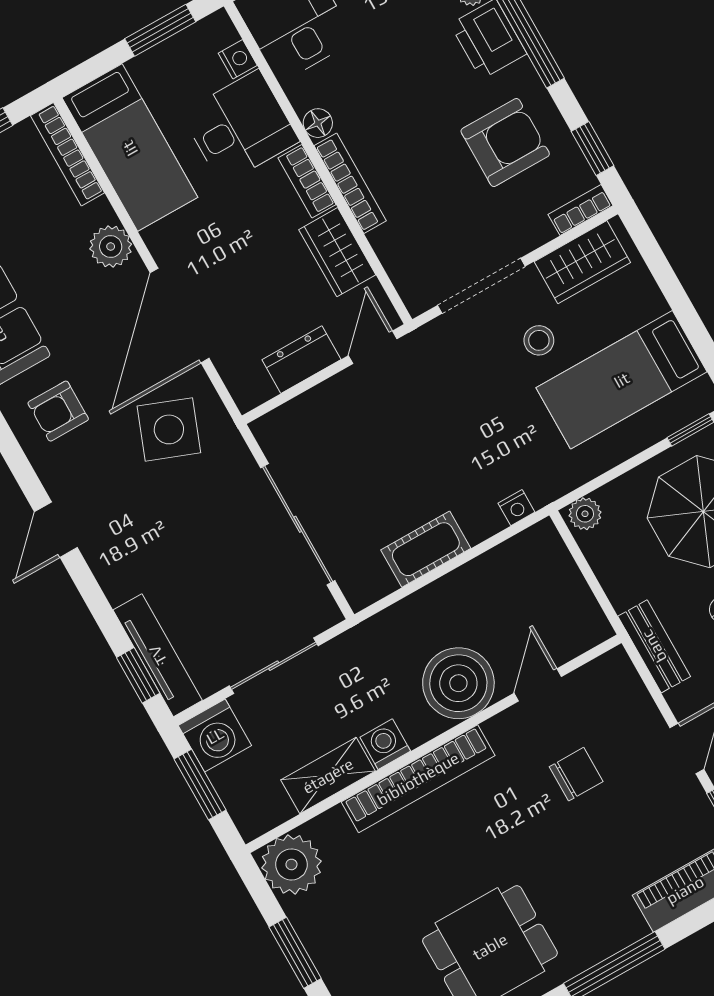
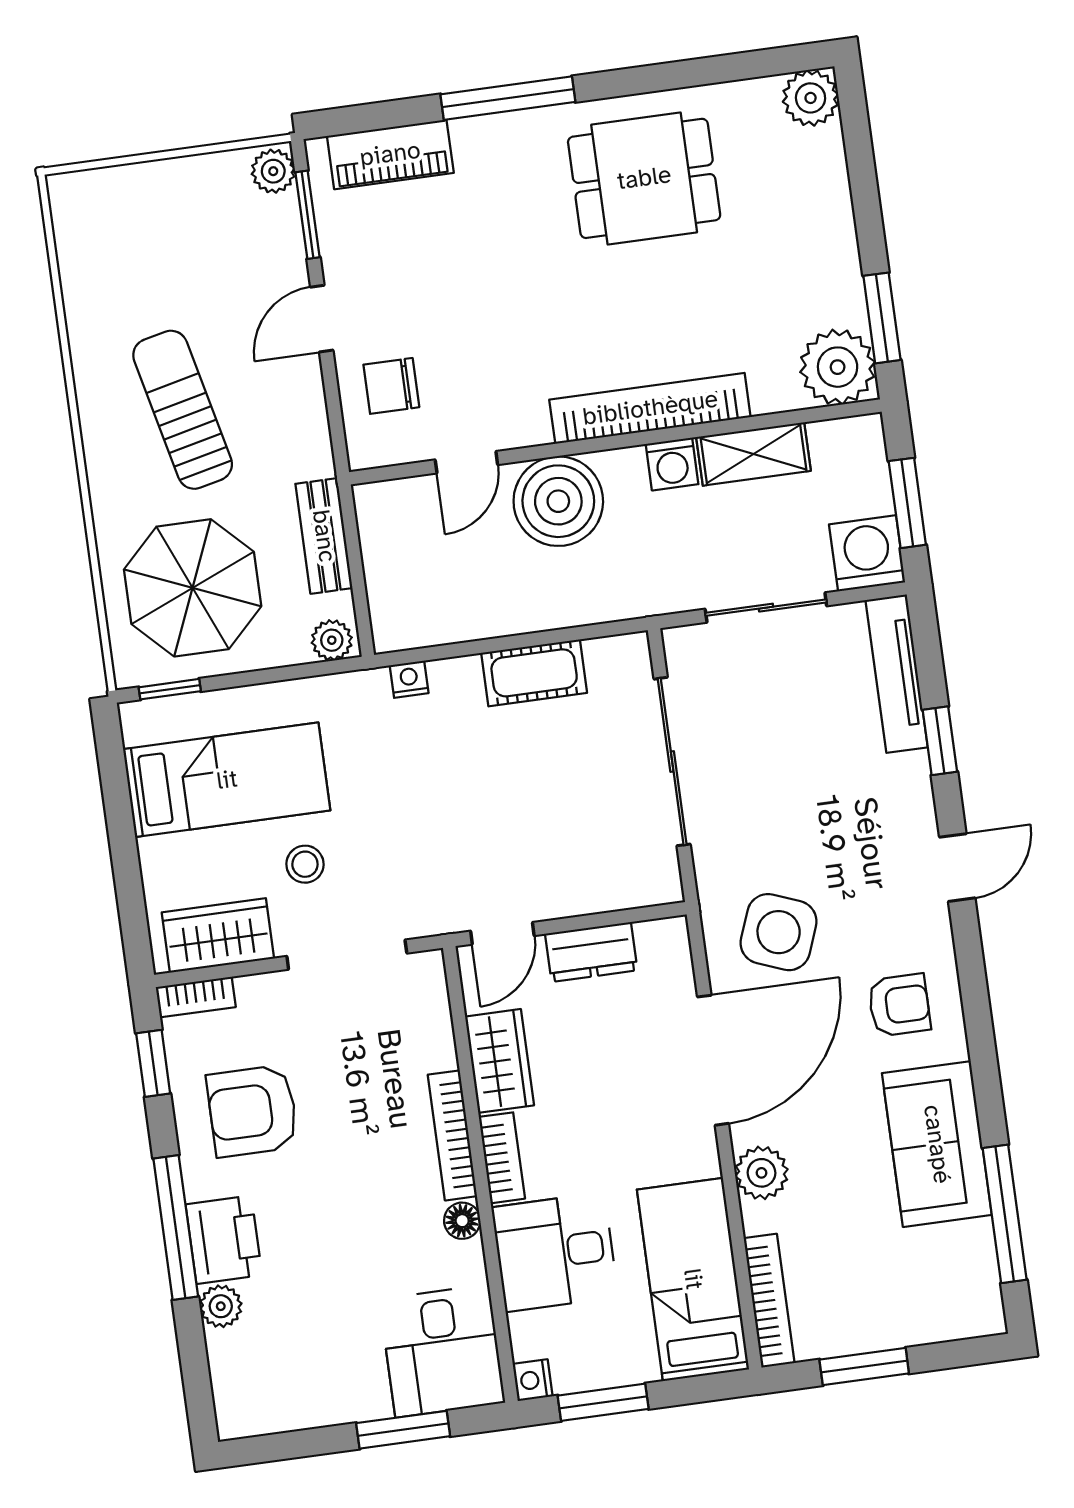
nightstand: (238, 59) -> (533, 1380), moved
bench: (654, 646) -> (324, 536), moved
window: (138, 675) -> (940, 741), moved
chair: (576, 774) -> (391, 386), moved
window: (295, 953) -> (882, 318), moved

